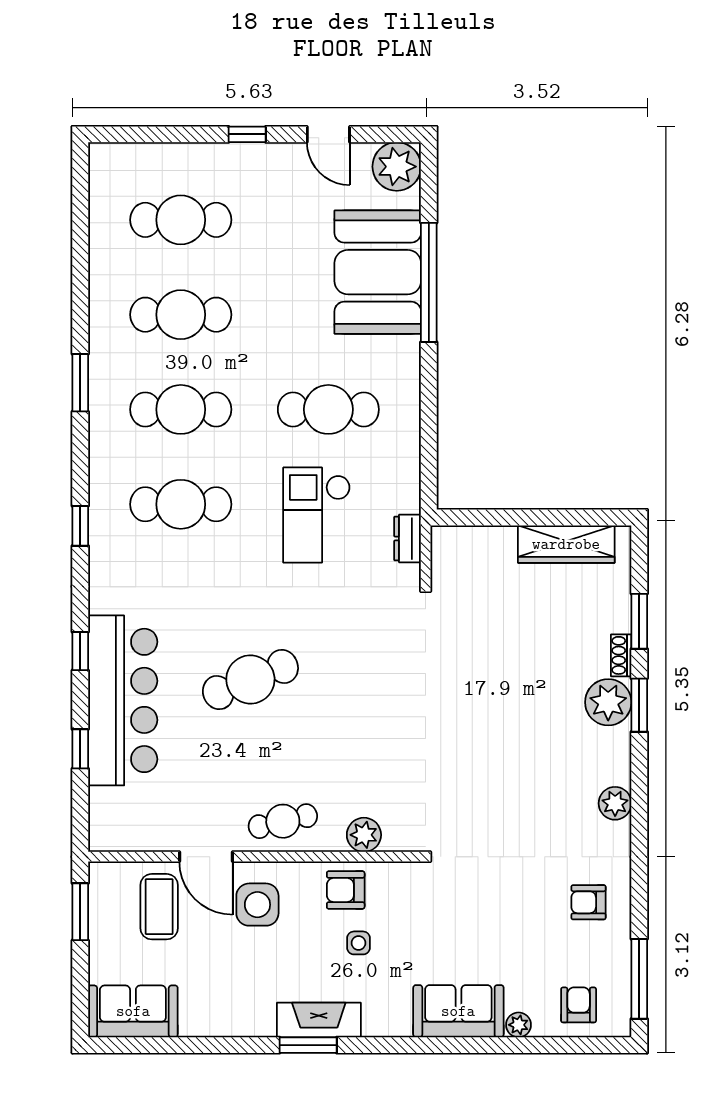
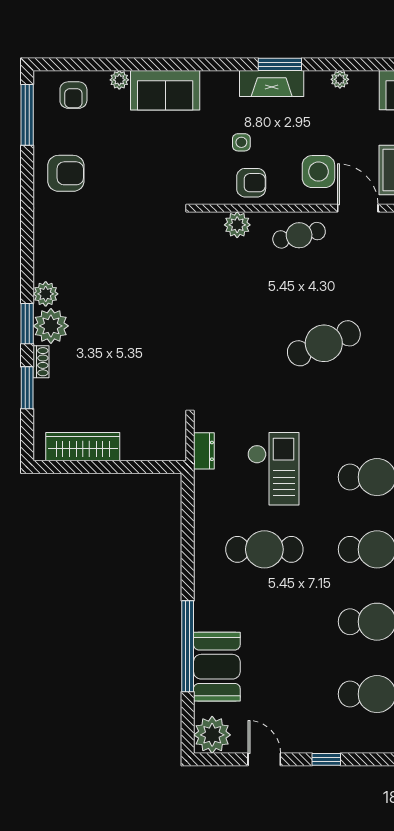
booth: (378, 272) -> (217, 667), width x0.73, depth x0.70
plant: (615, 803) -> (46, 294), moved
armchair: (588, 902) -> (66, 173), width x1.38, depth x1.38
plant: (230, 1025) -> (340, 79), added

